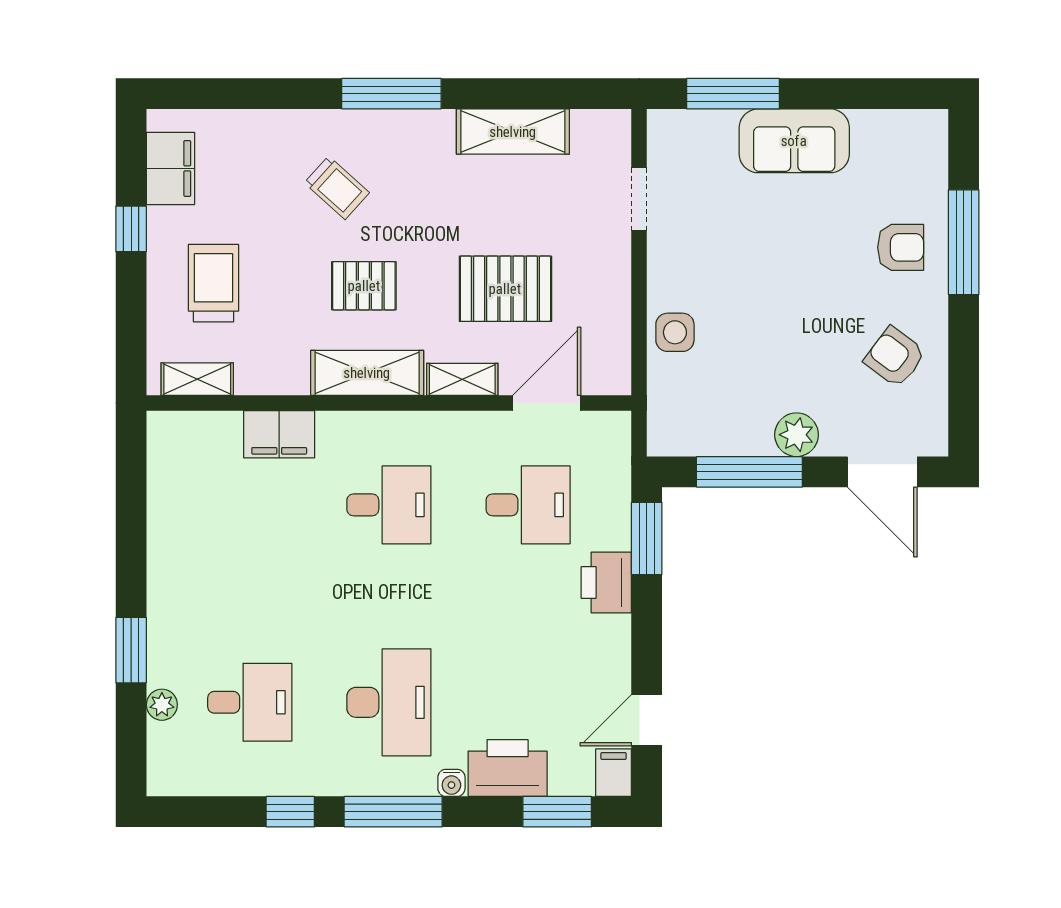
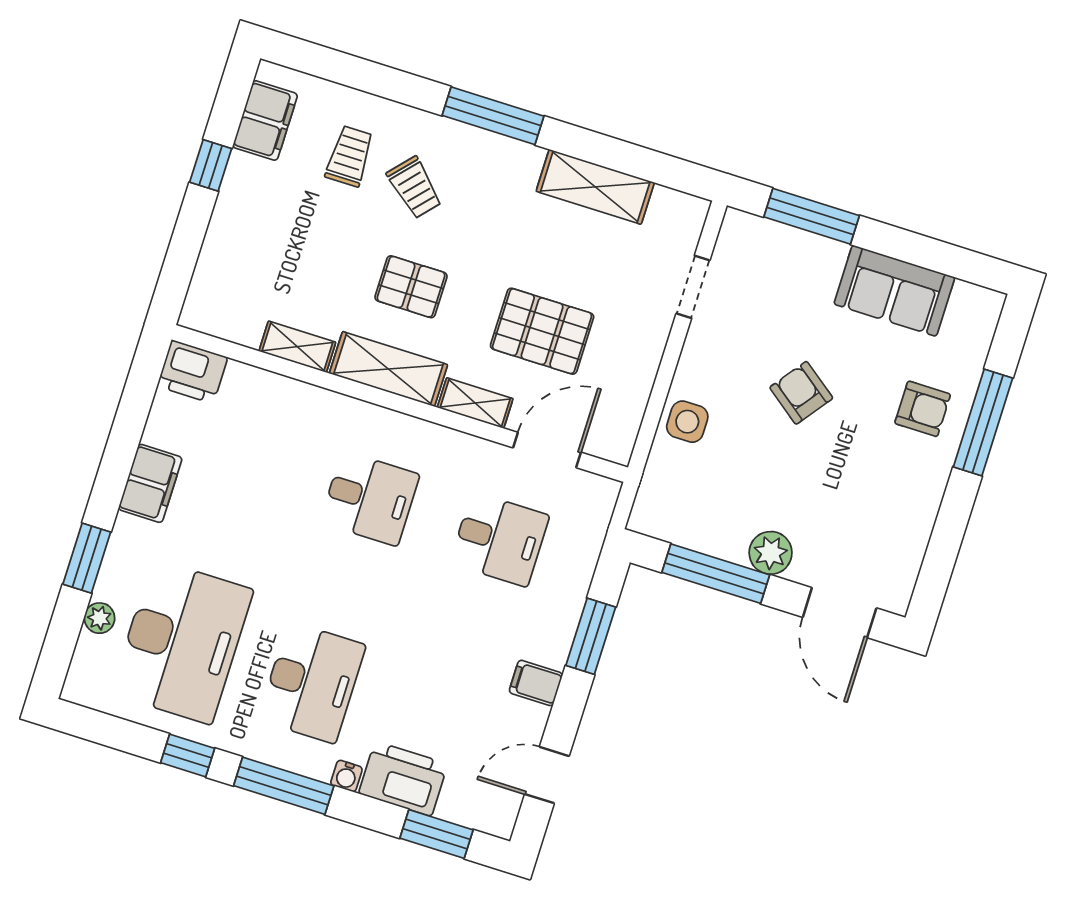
sofa: (794, 141) -> (894, 291), moved
trolley: (213, 283) -> (350, 156), moved, width x0.73, depth x0.72
armchair: (895, 357) -> (801, 393), moved
shelving: (197, 379) -> (297, 347), moved
filing cabinet: (279, 434) -> (150, 483), moved, turned -90
window: (647, 538) -> (591, 636), moved
printer: (606, 583) -> (192, 372), moved, turned -90
desk: (250, 702) -> (182, 642), width x1.87, depth x1.30
filing cabinet: (614, 773) -> (536, 683), moved, turned -90

